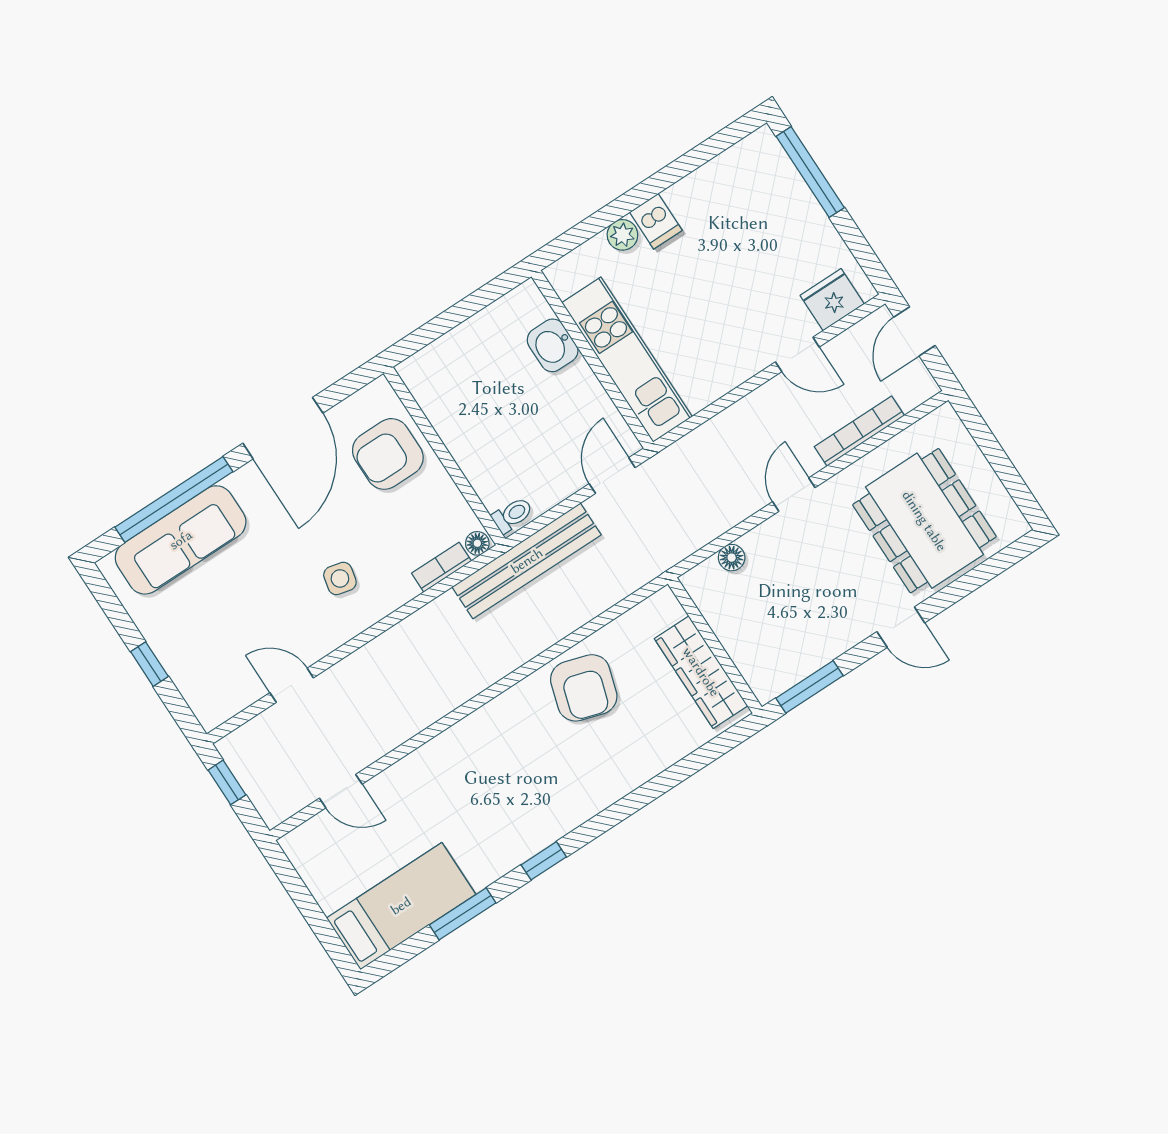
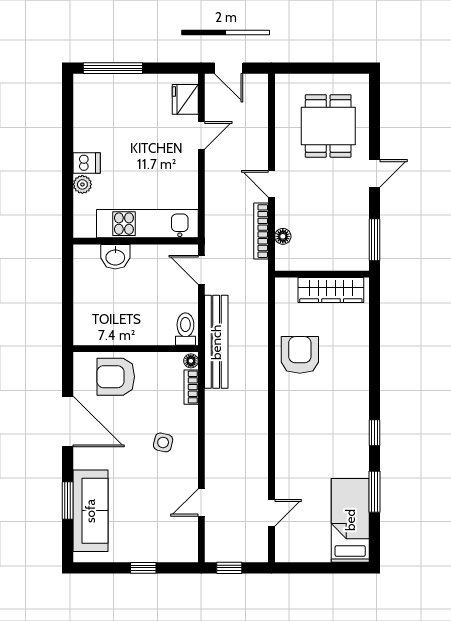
bookcase: (859, 431) -> (261, 231), moved
armchair: (388, 454) -> (116, 377), turned 90
window: (174, 499) -> (68, 501), width x0.47
toilet: (512, 515) -> (185, 329), width x1.37, depth x1.39
dining table: (924, 521) -> (328, 126), width x0.73
armchair: (584, 688) -> (300, 355), turned -107

